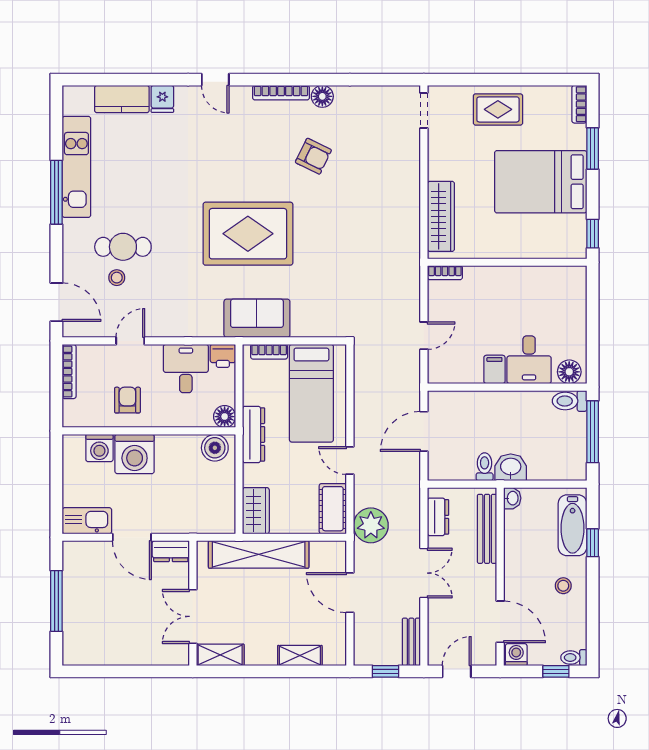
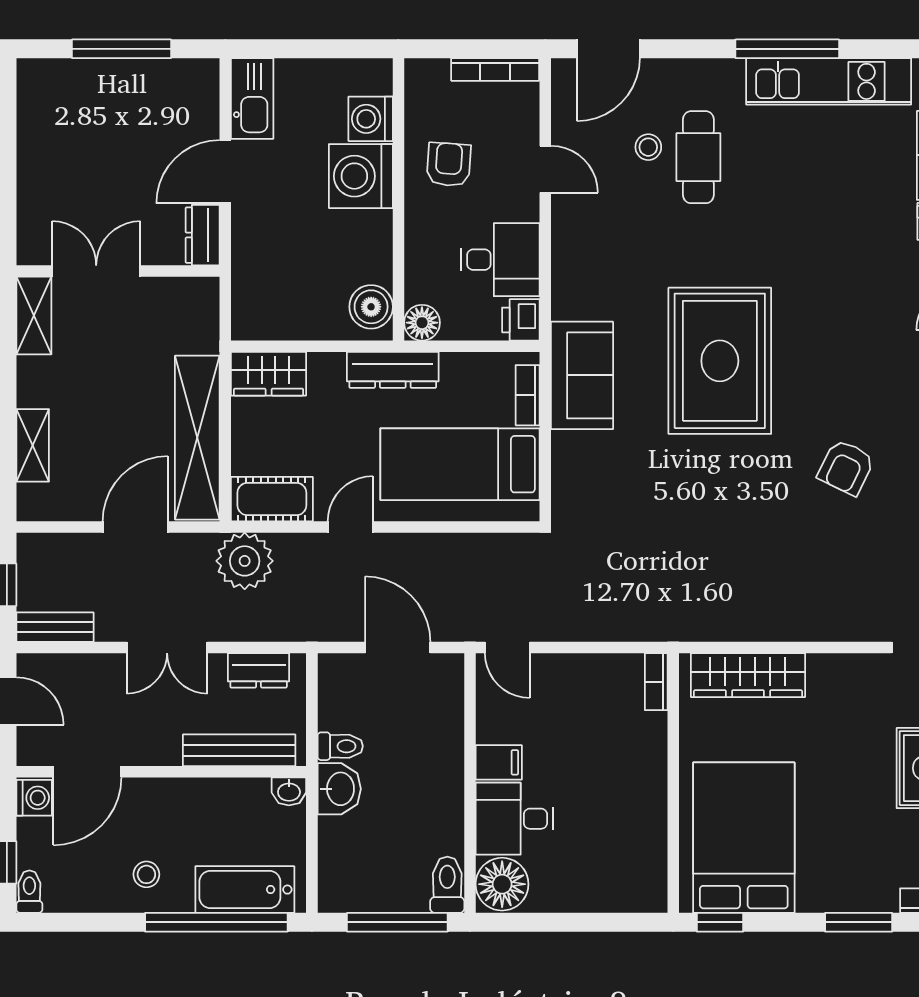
bed: (541, 182) -> (744, 838), moved
door: (424, 336) -> (507, 647), moved
floor lamp: (569, 372) -> (502, 884), width x1.38, depth x1.38
armchair: (127, 400) -> (449, 165), turned -86
window: (593, 543) -> (216, 922), width x3.17
shelving: (259, 554) -> (197, 438), moved

